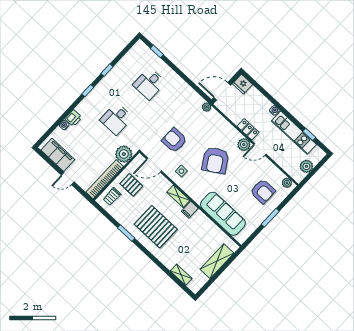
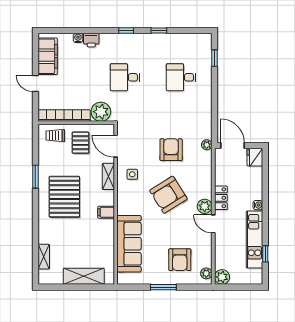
armchair: (174, 140) -> (171, 150), moved
plant: (306, 166) -> (222, 277), moved
shelving: (178, 196) -> (108, 176), moved

